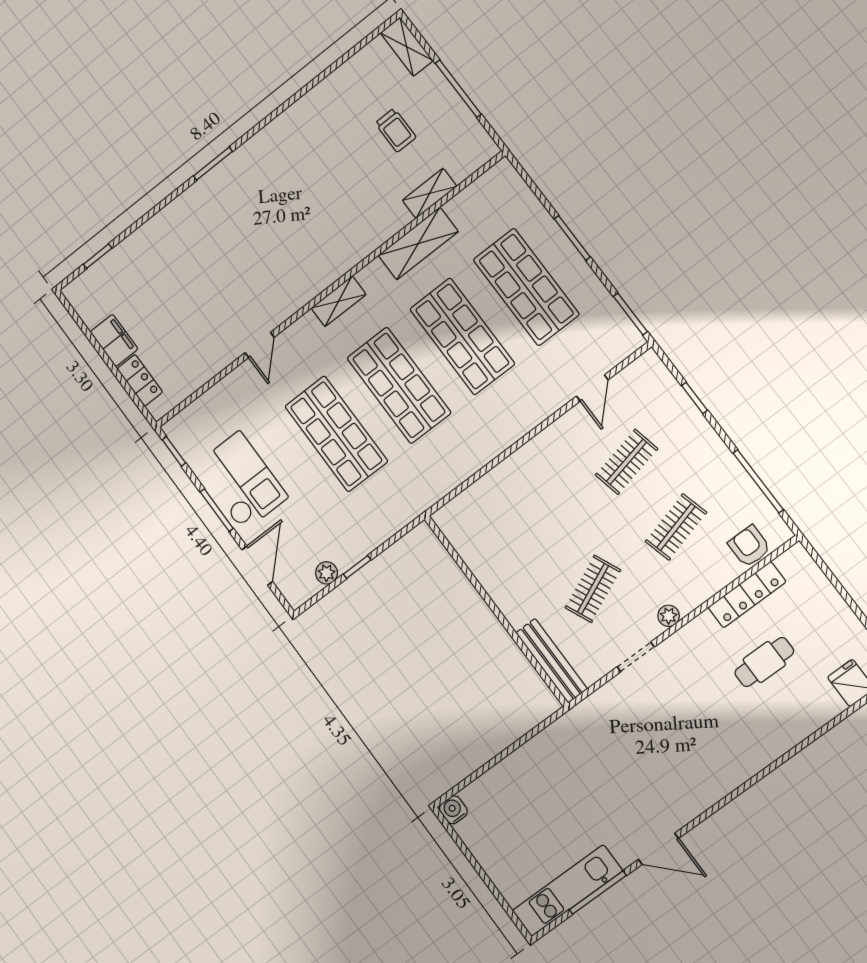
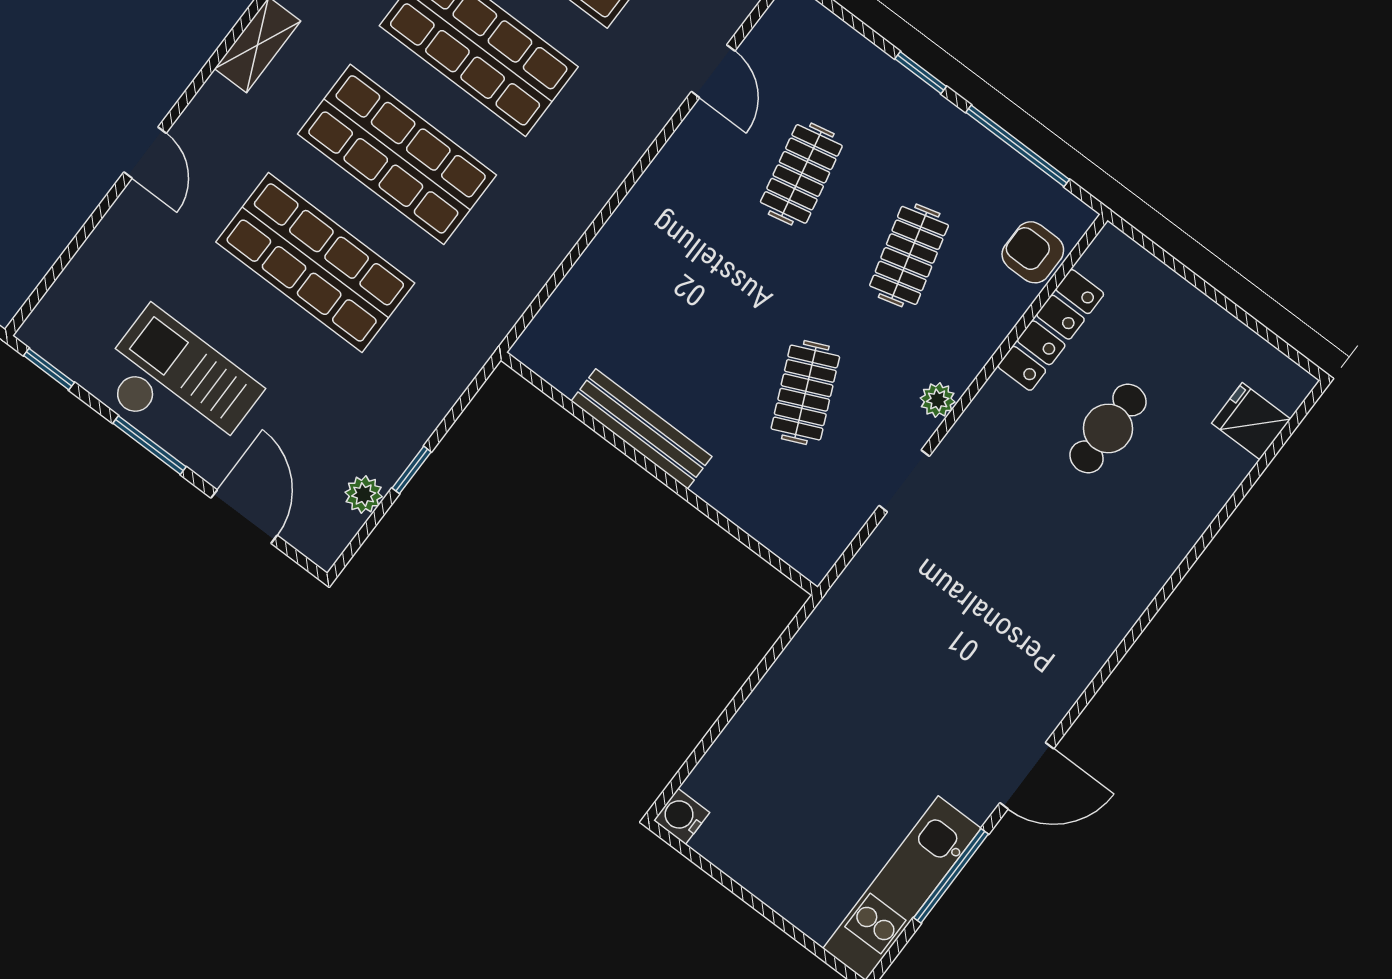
window: (694, 398) -> (921, 73), moved
bench: (552, 661) -> (641, 429), moved

